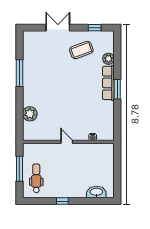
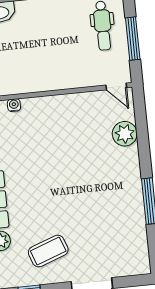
door: (67, 142) -> (116, 86), moved

